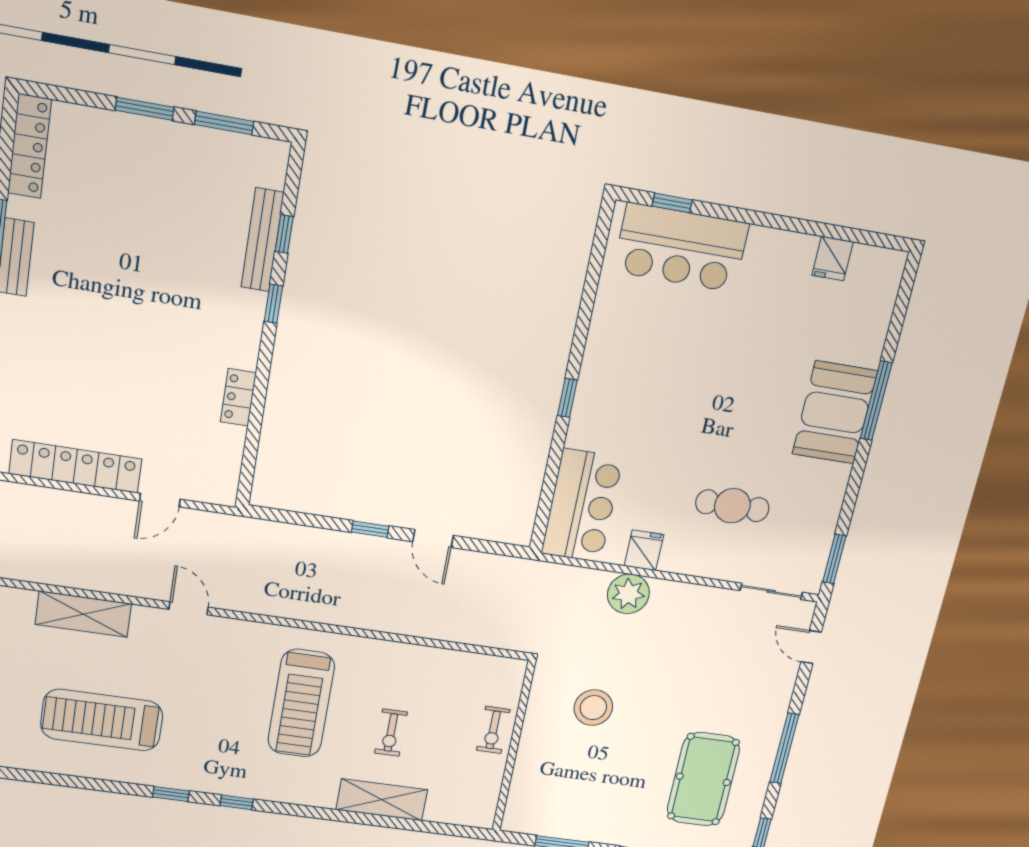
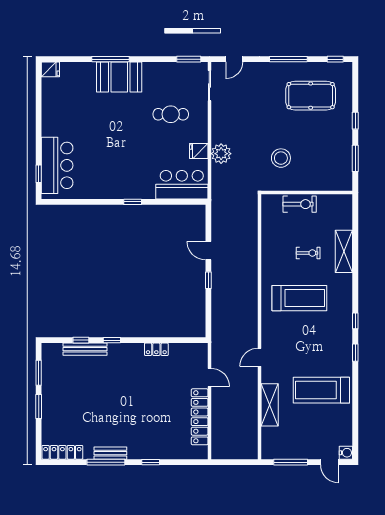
fridge: (833, 259) -> (50, 69), moved
cafe table: (732, 506) -> (171, 114), turned 90
door: (433, 539) -> (208, 251), swing flipped
treadmill: (102, 720) -> (321, 390), turned 90
exercise bike: (493, 730) -> (300, 204), width x1.38, depth x1.39

